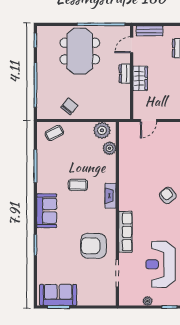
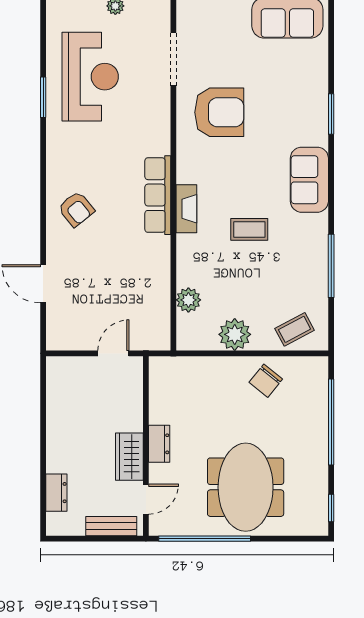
wardrobe: (140, 78) -> (129, 457), moved
plant: (102, 130) -> (235, 334), moved
row of seats: (125, 232) -> (158, 195), moved

